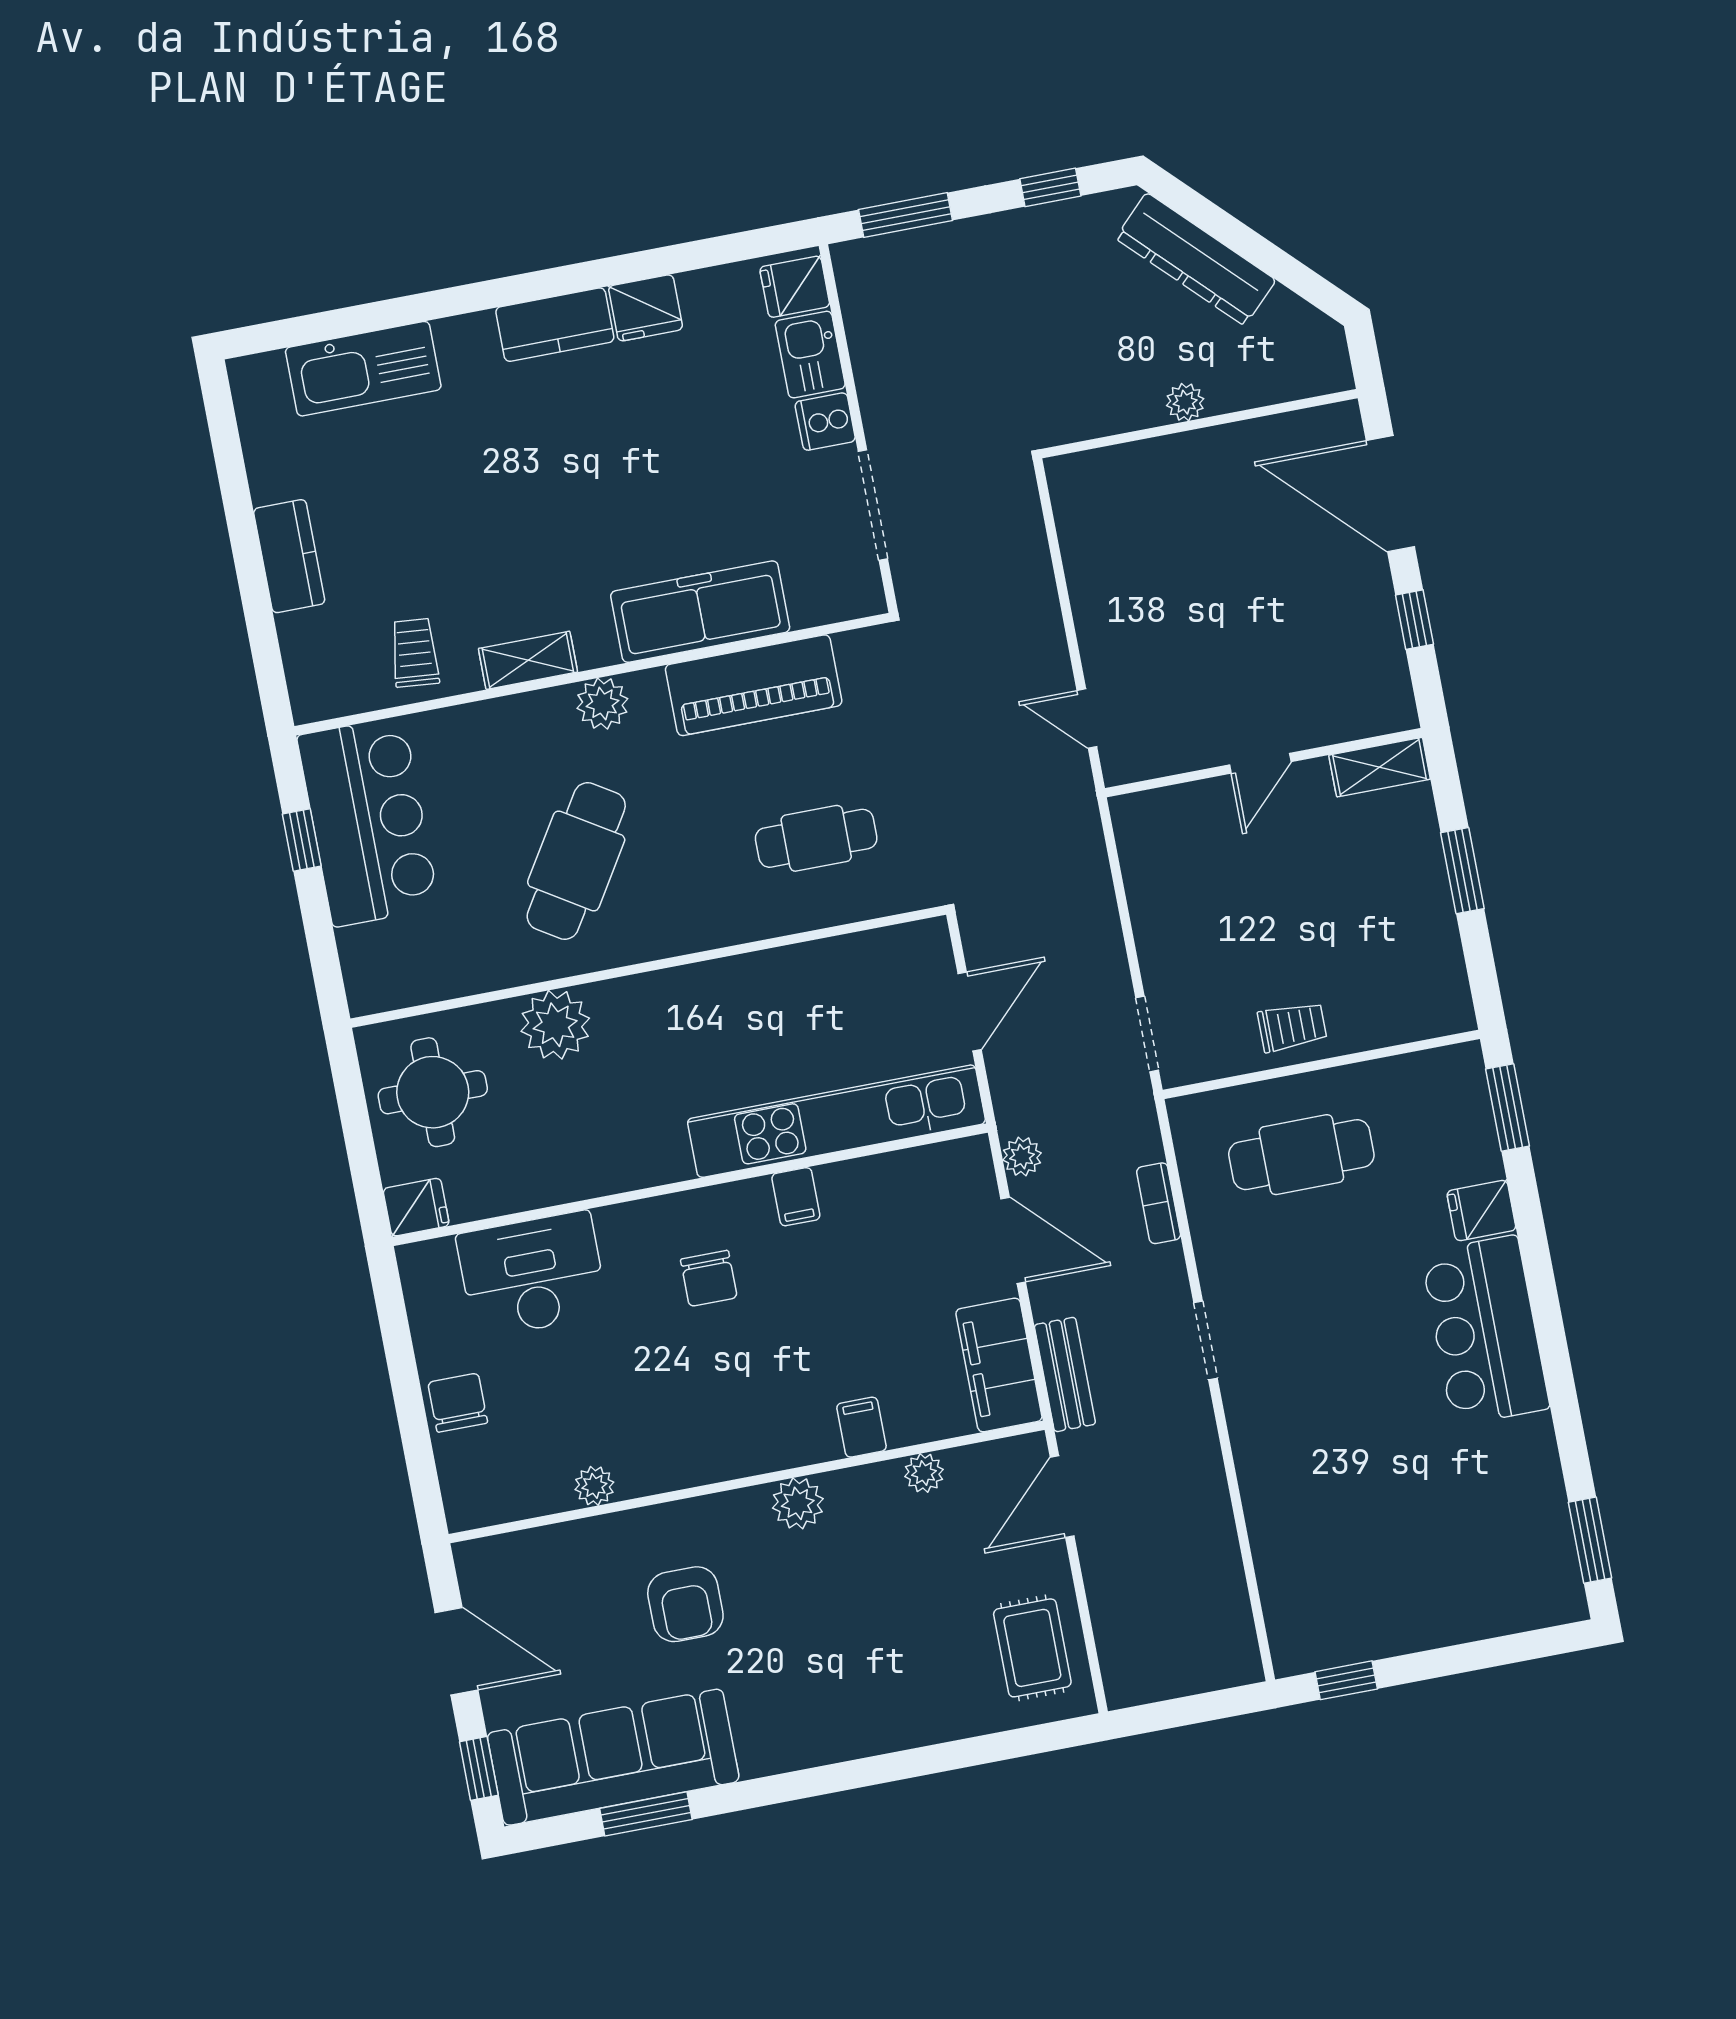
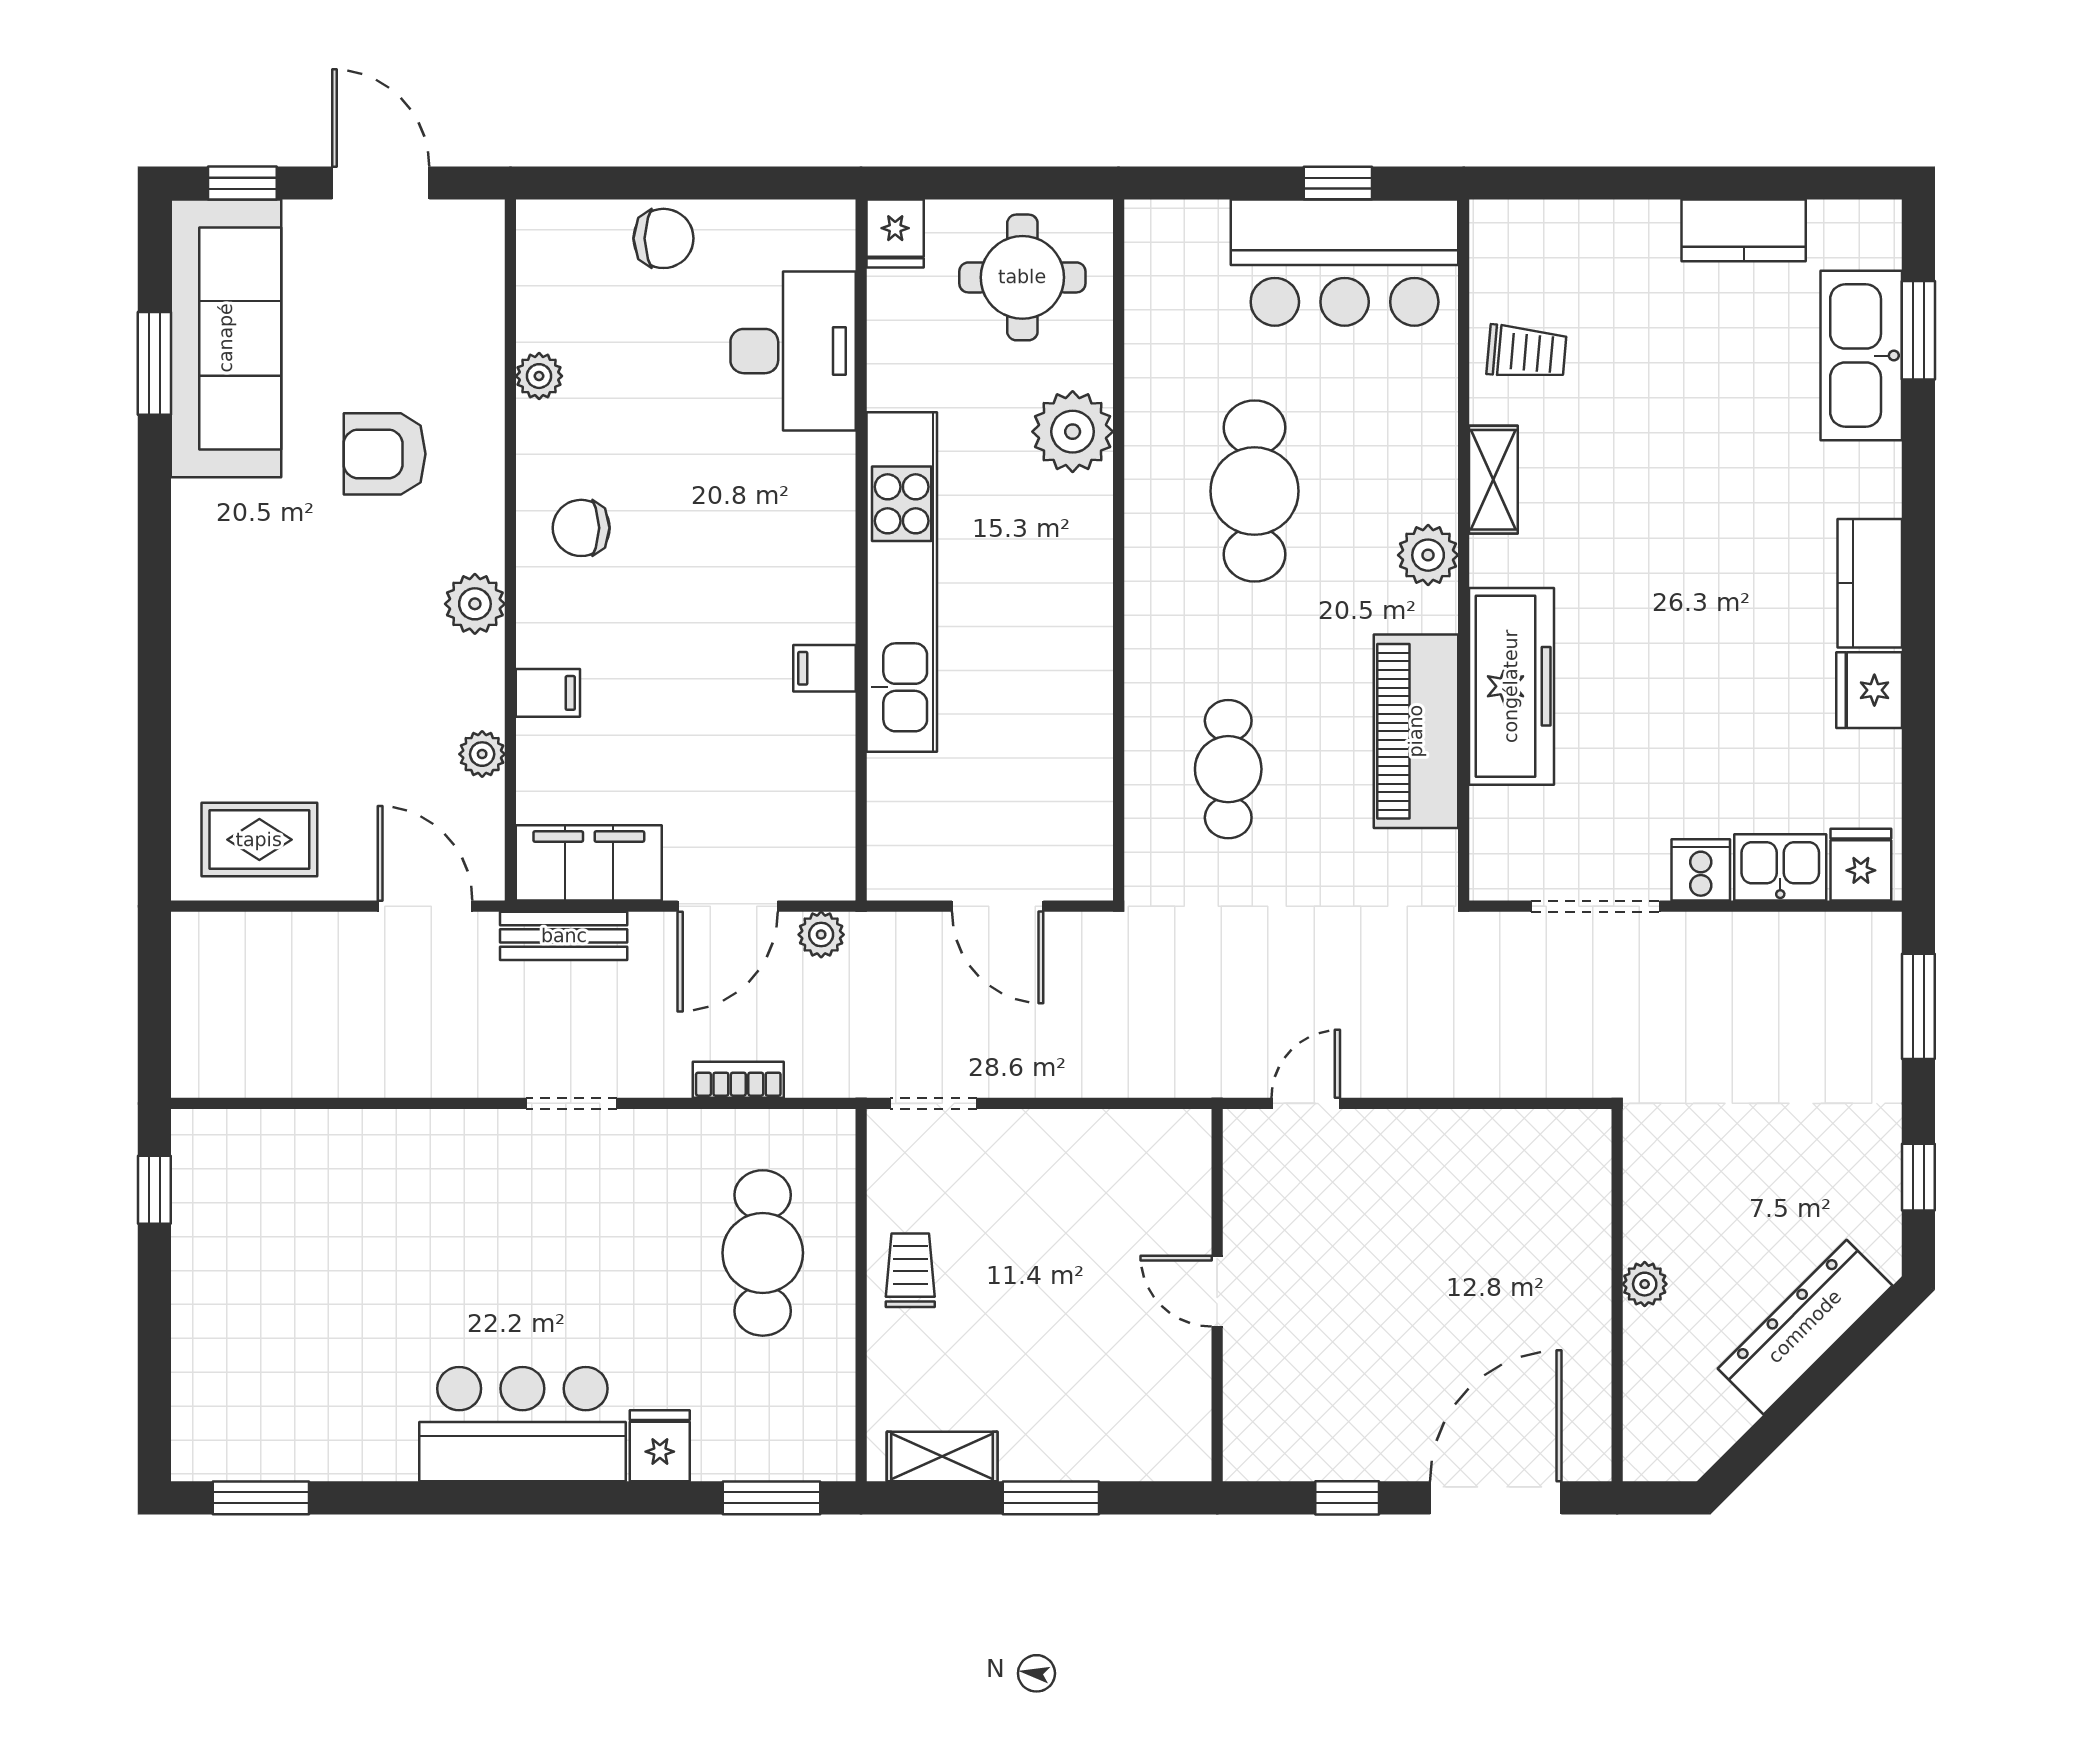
window: (333, 324) -> (1918, 330), added
kitchen counter: (289, 556) -> (1744, 230), moved
shelving: (1380, 767) -> (942, 1457), moved, turned 90
cafe table: (576, 861) -> (1255, 491), turned 58
trolley: (1292, 1027) -> (910, 1270), turned 180
kitchen unit: (836, 1121) -> (902, 582), moved
chair: (709, 1278) -> (581, 528), moved
door: (456, 1651) -> (381, 183), swing flipped

